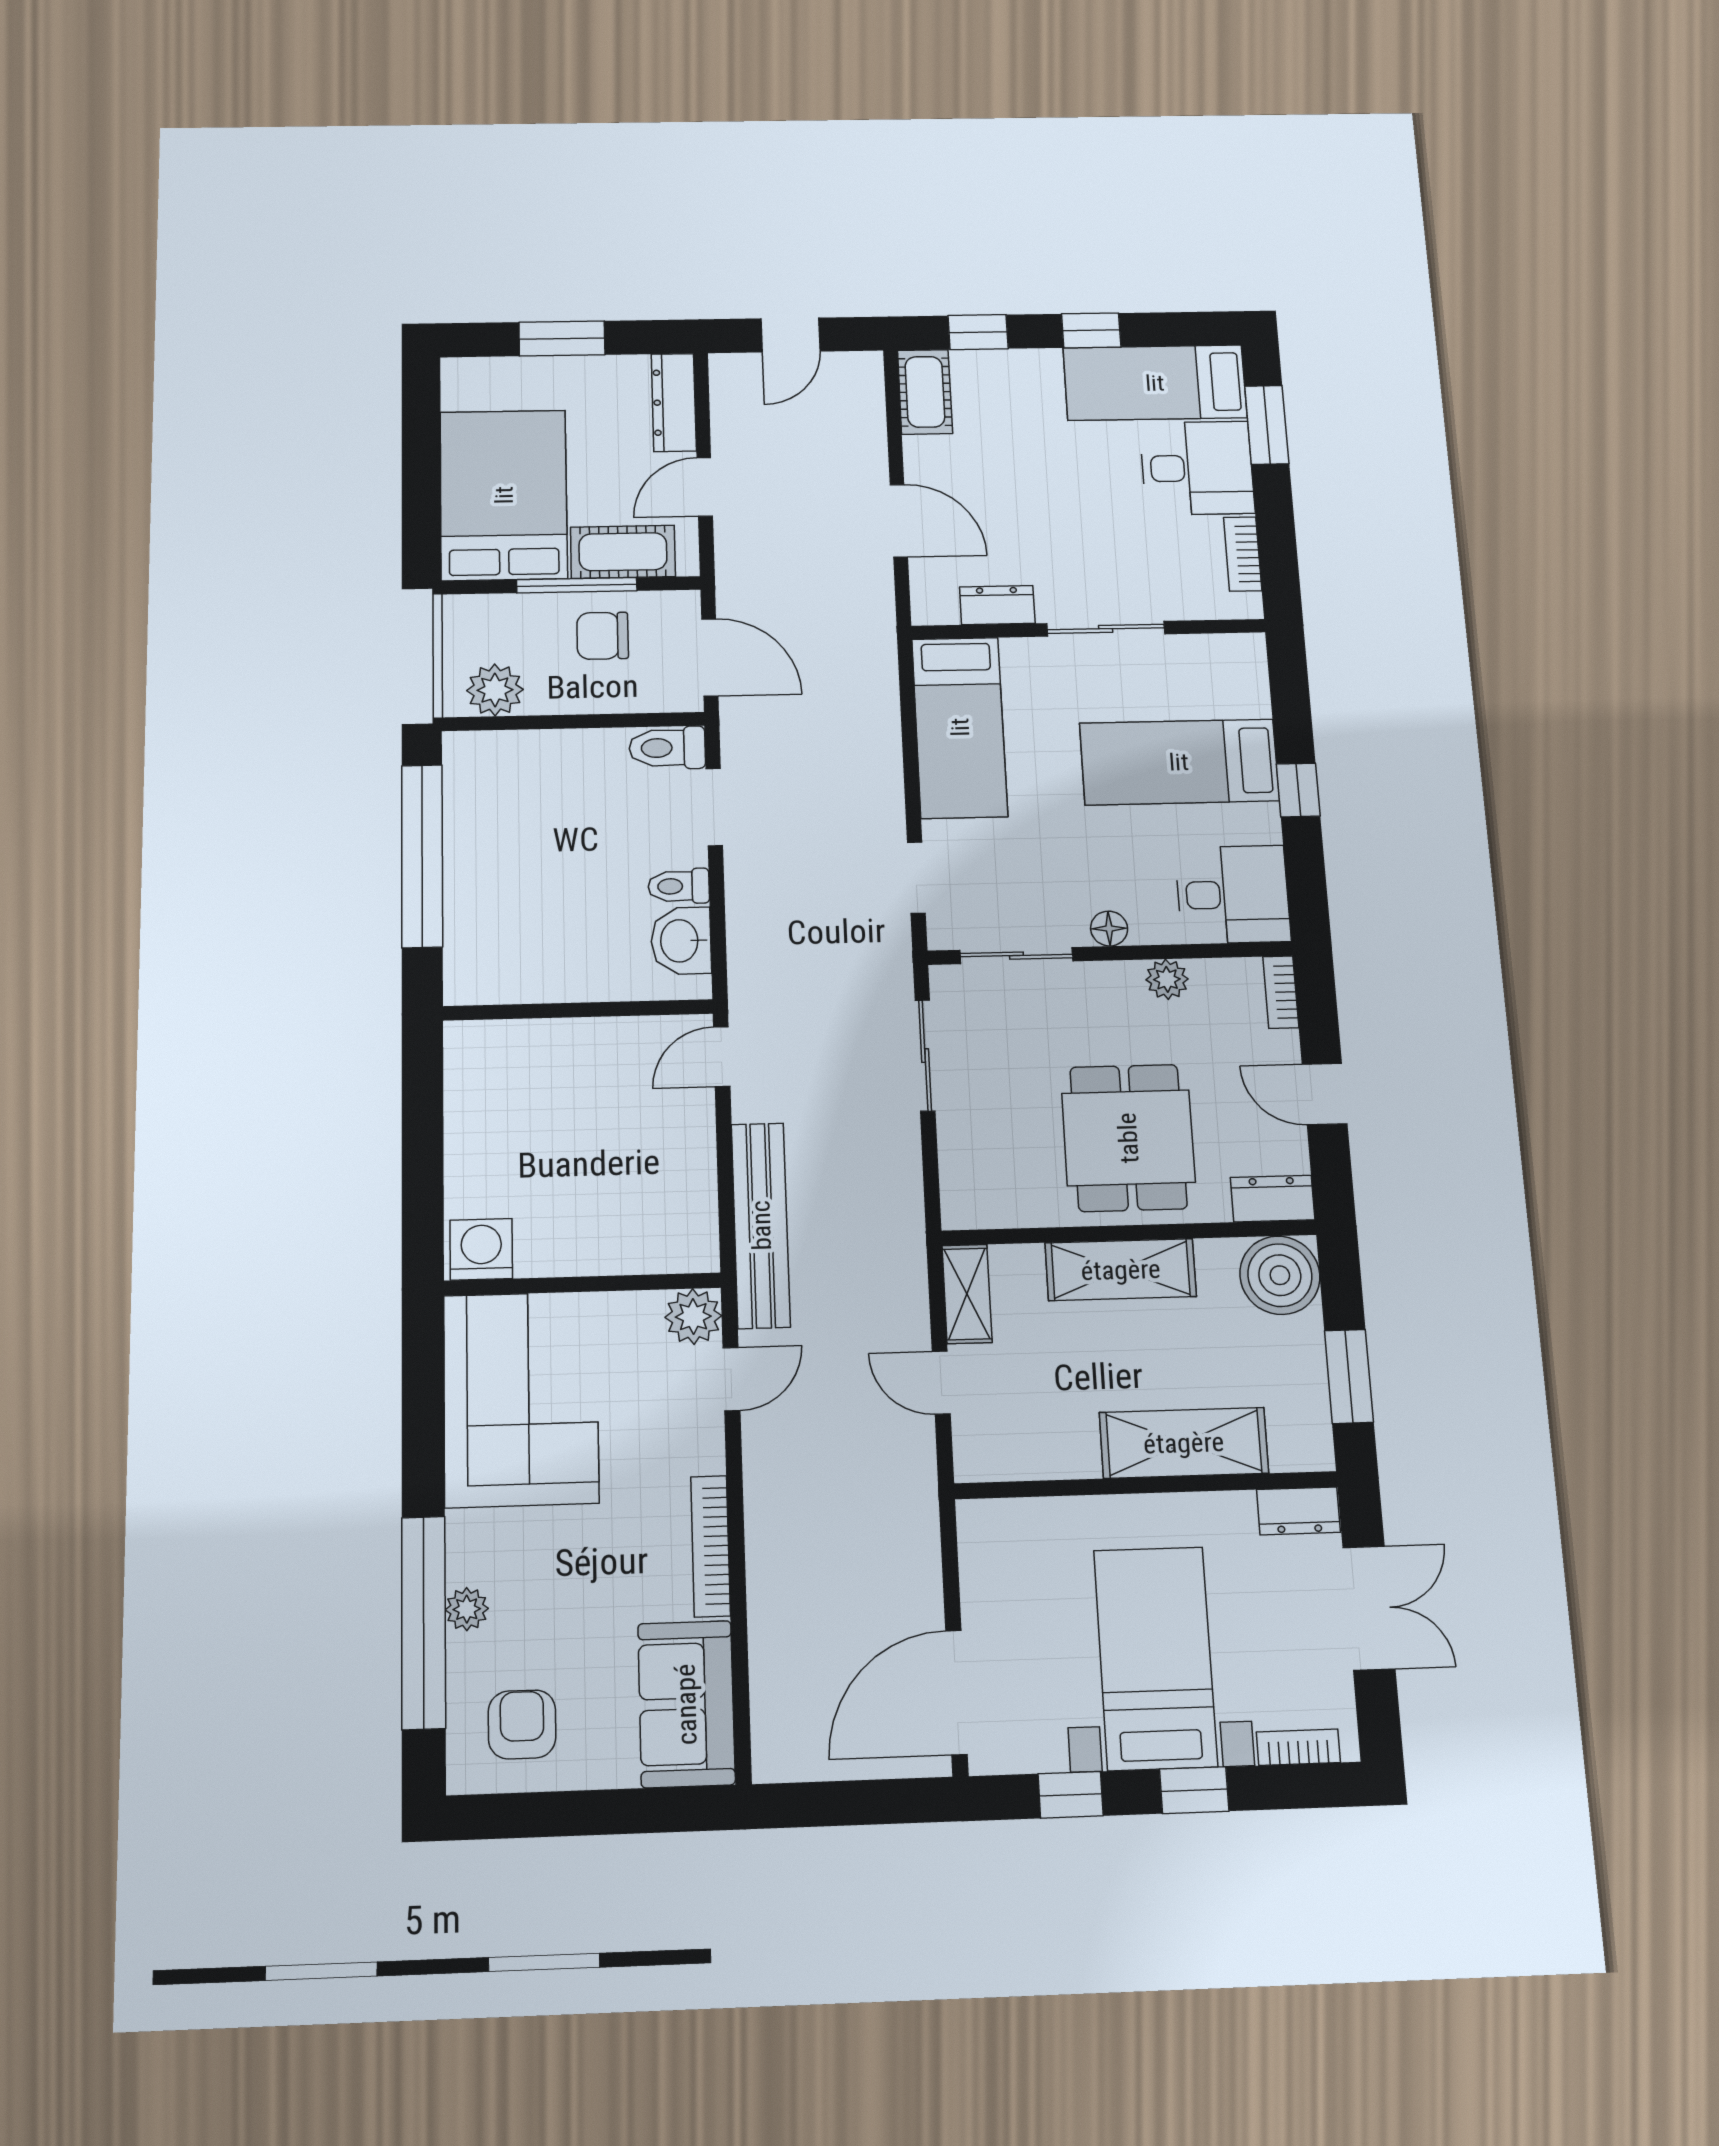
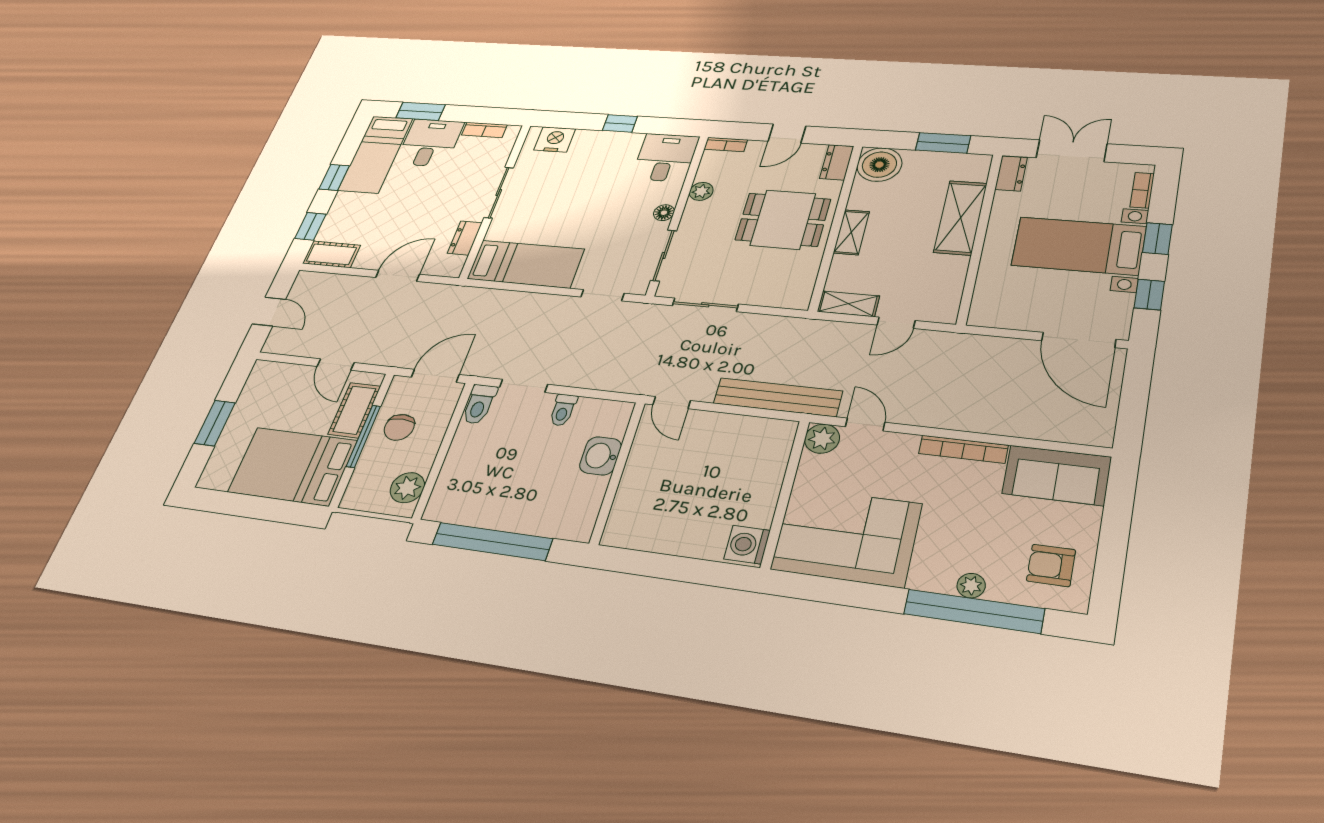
dresser: (674, 402) -> (280, 373), removed
nightstand: (1241, 686) -> (555, 139), added
bed: (1179, 762) -> (585, 171), removed
washbasin: (681, 941) -> (600, 456), moved, turned 90
shelving: (1121, 1270) -> (851, 232), width x0.67, depth x0.75

